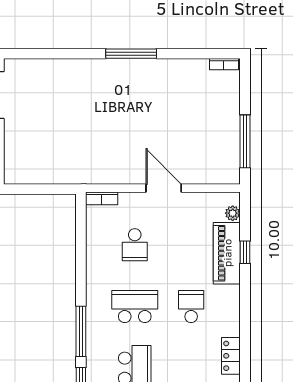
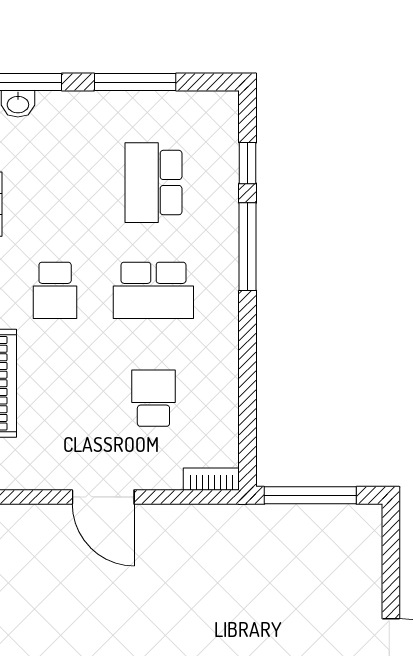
window: (45, 189) -> (310, 495), added

